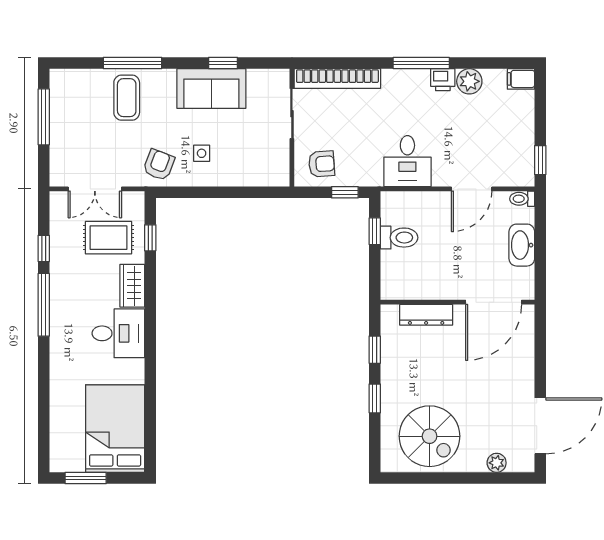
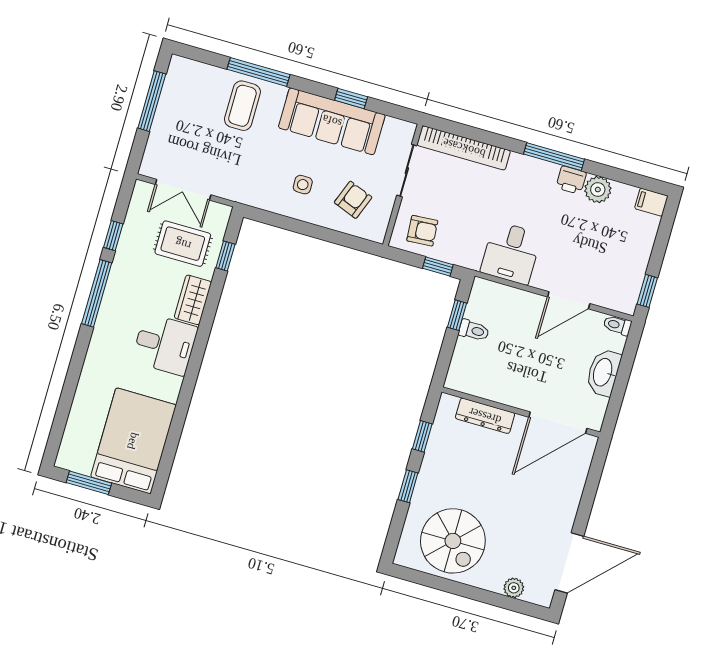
sofa: (211, 89) -> (332, 121), width x1.36
armchair: (159, 165) -> (353, 200), moved
toilet: (399, 238) -> (474, 330), width x0.73, depth x0.72

